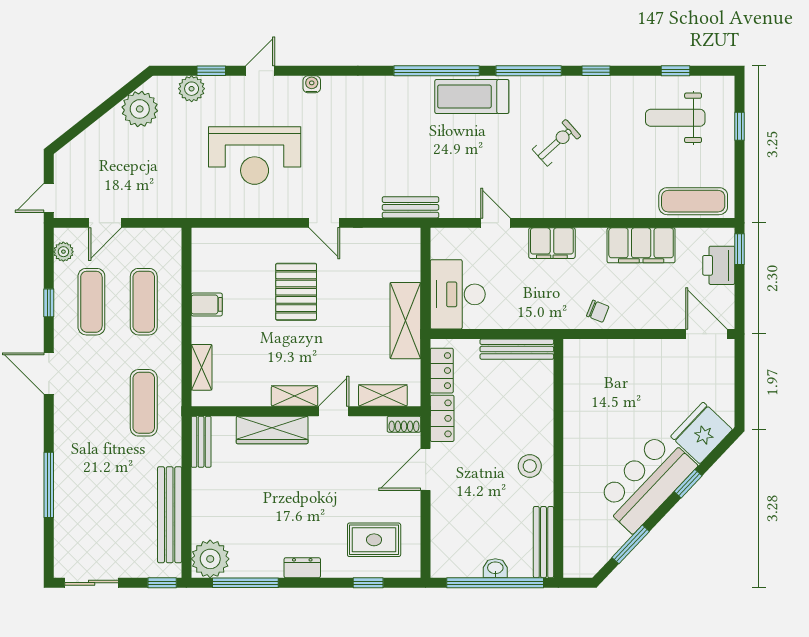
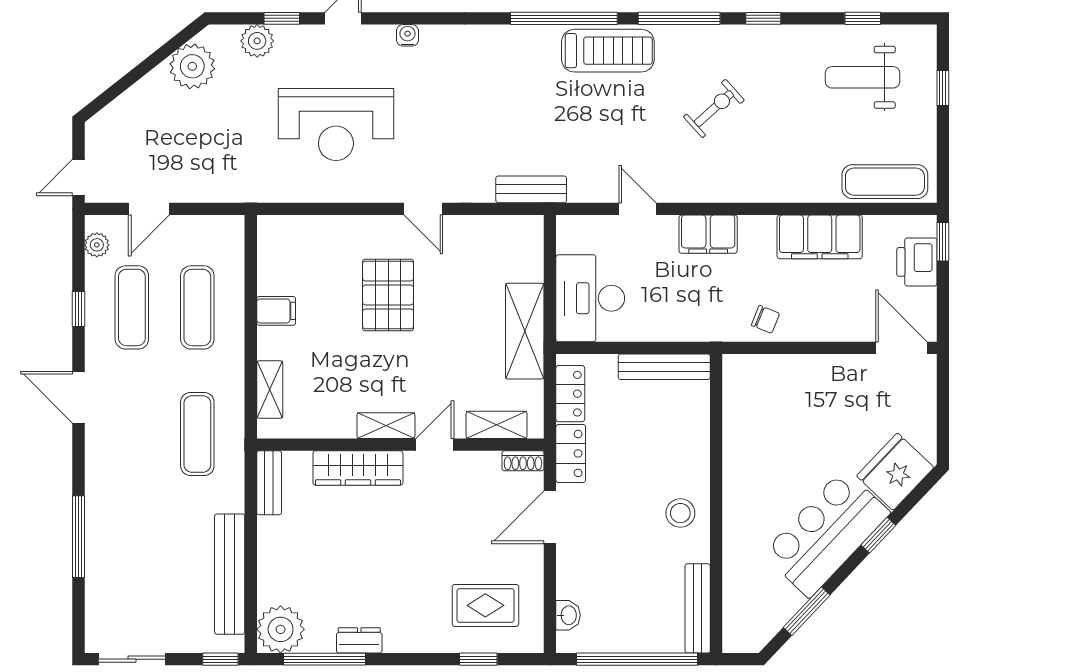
treadmill: (472, 96) -> (608, 51), turned 180
dresser: (302, 568) -> (359, 640), moved
washbasin: (495, 568) -> (568, 615), moved, turned 90

